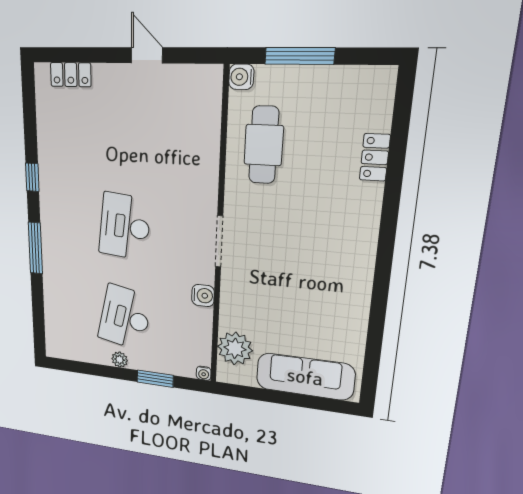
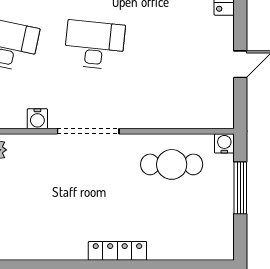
locker: (375, 157) -> (117, 251), moved, width x1.53
doorway: (219, 241) -> (88, 131), width x1.36

